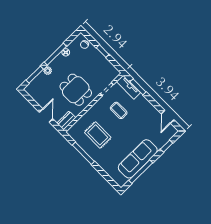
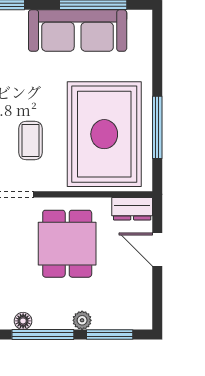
door: (46, 116) -> (157, 250), hinge flipped
rug: (98, 135) -> (104, 134), width x1.86, depth x2.06

